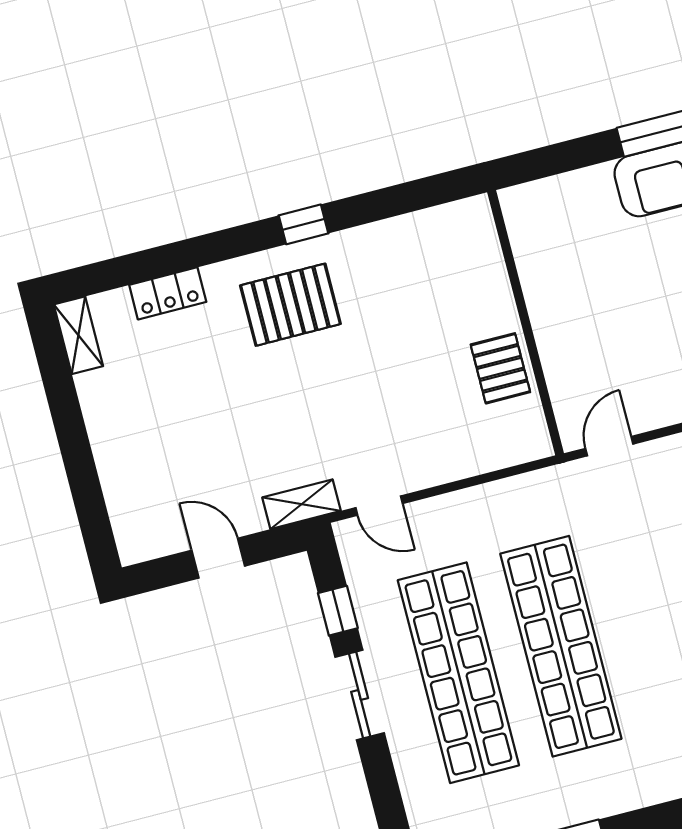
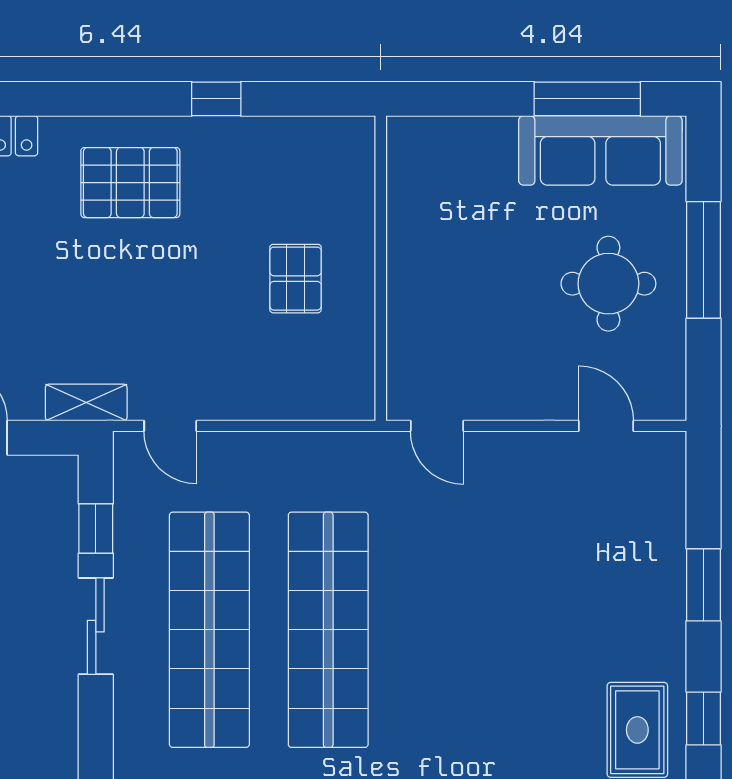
window: (303, 224) -> (216, 99), moved
pallet: (500, 368) -> (296, 279), moved
door: (609, 446) -> (437, 426), swing flipped

